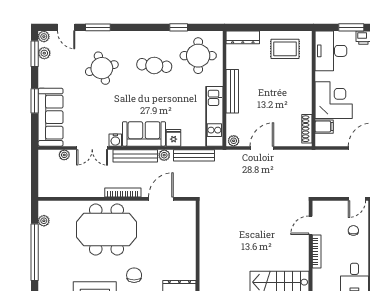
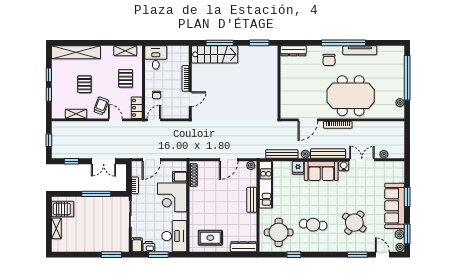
round table: (102, 68) -> (354, 223), turned -38
bench: (232, 91) -> (252, 200), width x0.73
sofa: (51, 117) -> (395, 206), moved

